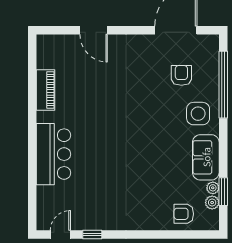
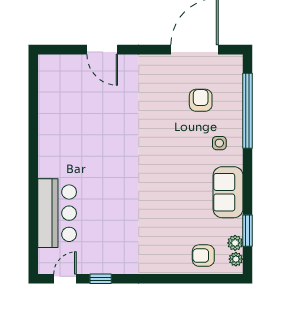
piano: (45, 90) -> (48, 117), removed
side table: (198, 114) -> (219, 143), width x0.54, depth x0.54
bar counter: (53, 154) -> (57, 213), moved
plant: (213, 188) -> (236, 259), moved

